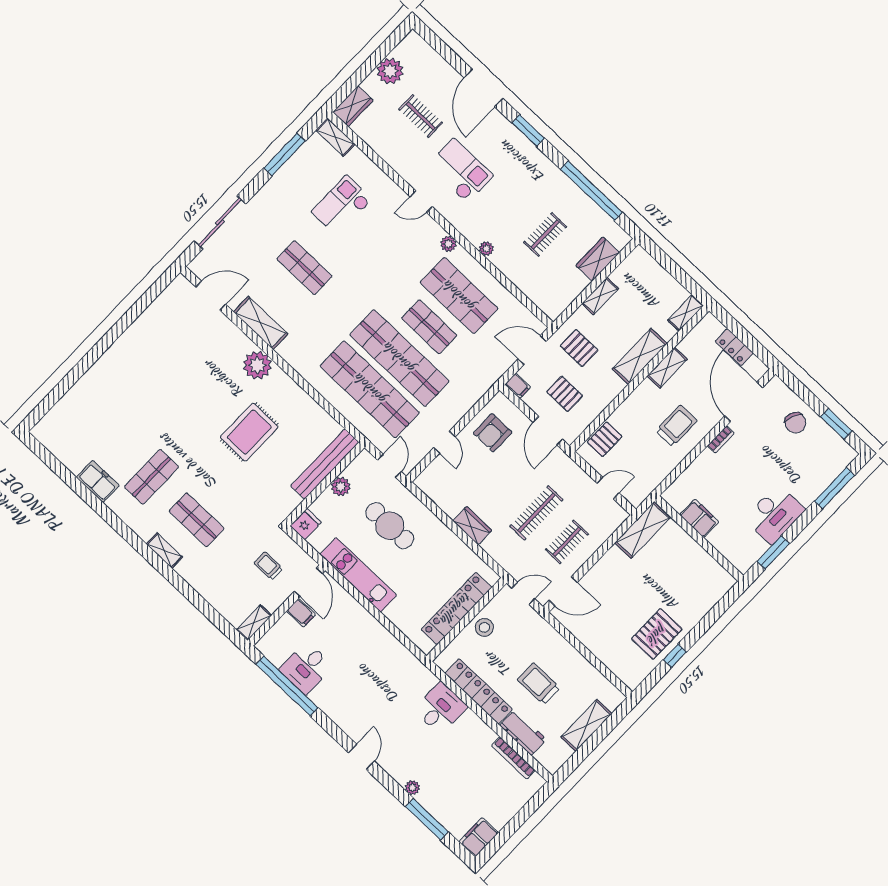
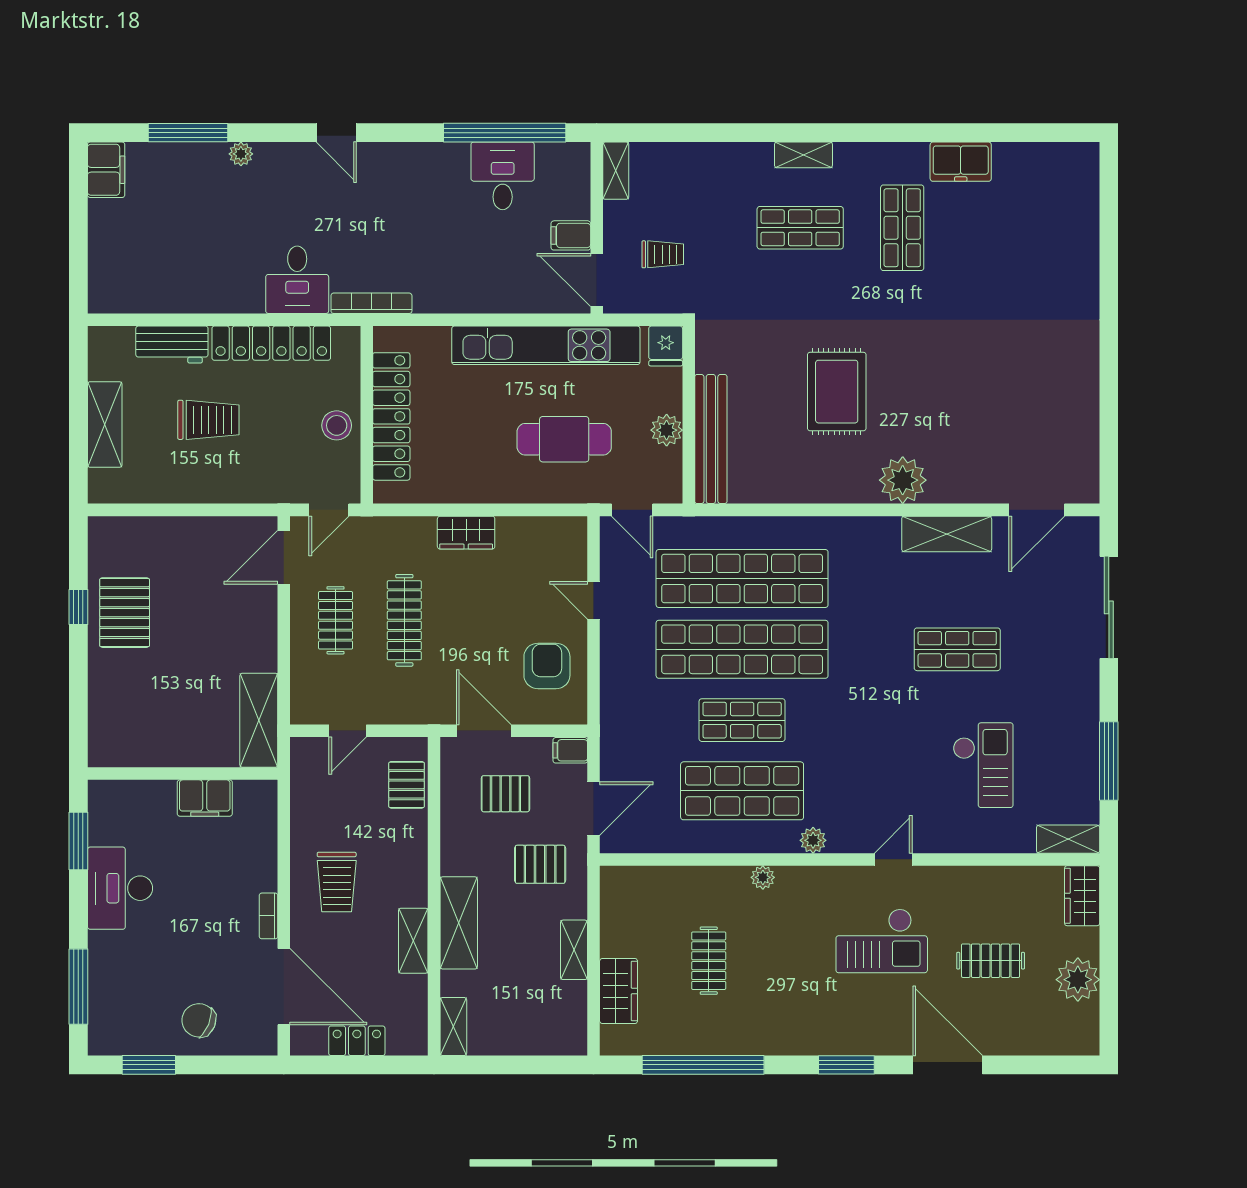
kitchen unit: (358, 575) -> (546, 345), width x1.36
bookcase: (513, 758) -> (371, 303), moved

